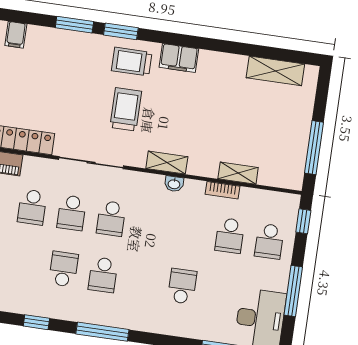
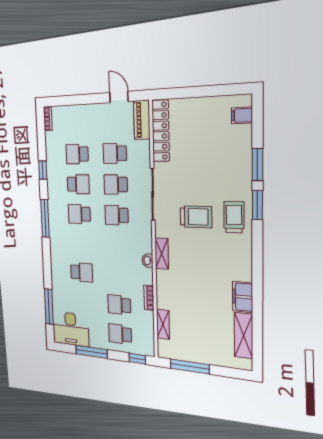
filing cabinet: (179, 58) -> (243, 297), moved
shelving: (238, 173) -> (163, 324), moved
school desk: (24, 263) -> (77, 154), added

